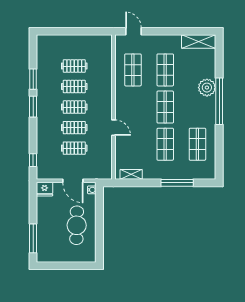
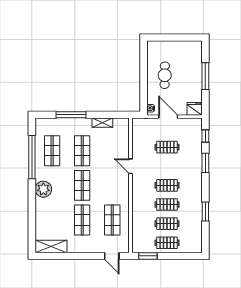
window: (95, 31) -> (148, 256), added
plant: (207, 88) -> (43, 189), moved
window: (219, 101) -> (32, 157), moved
window: (33, 107) -> (205, 163), moved
clothes rail: (74, 128) -> (167, 243), moved
shelving: (131, 174) -> (102, 123), moved
cafe table: (77, 225) -> (165, 75), width x0.73, depth x0.74
window: (33, 238) -> (205, 76), moved

